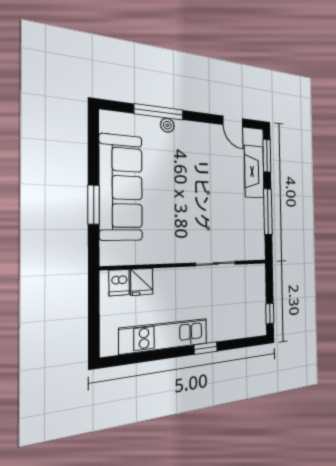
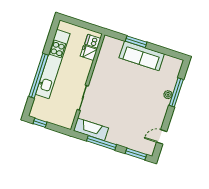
fireplace: (254, 172) -> (91, 129), moved
sofa: (121, 187) -> (142, 56), width x0.74, depth x0.79
kitchen unit: (165, 336) -> (53, 64), width x1.36
window: (206, 348) -> (39, 76), width x3.17

